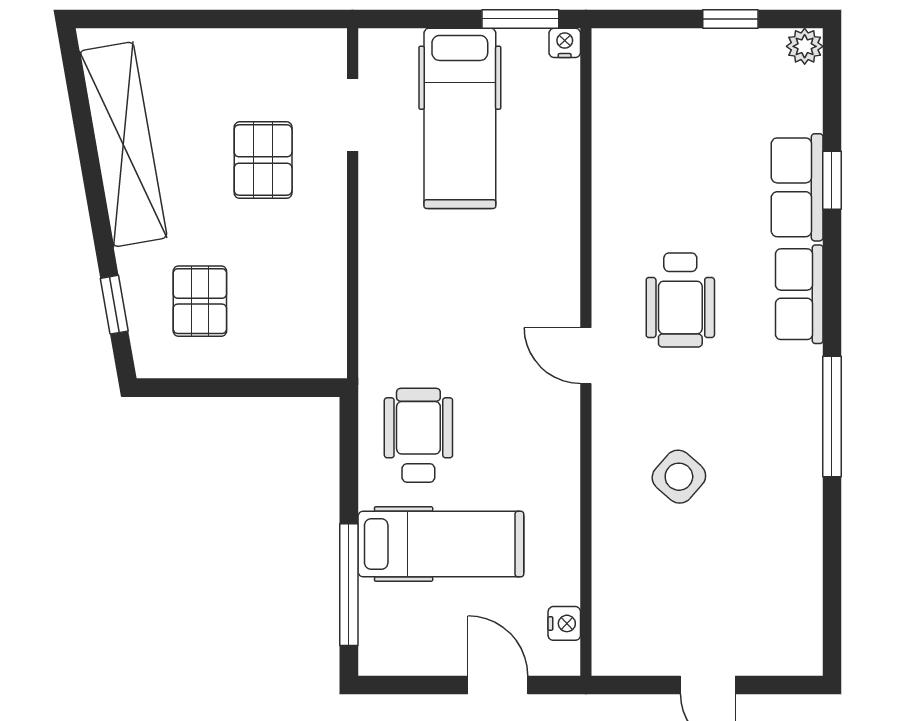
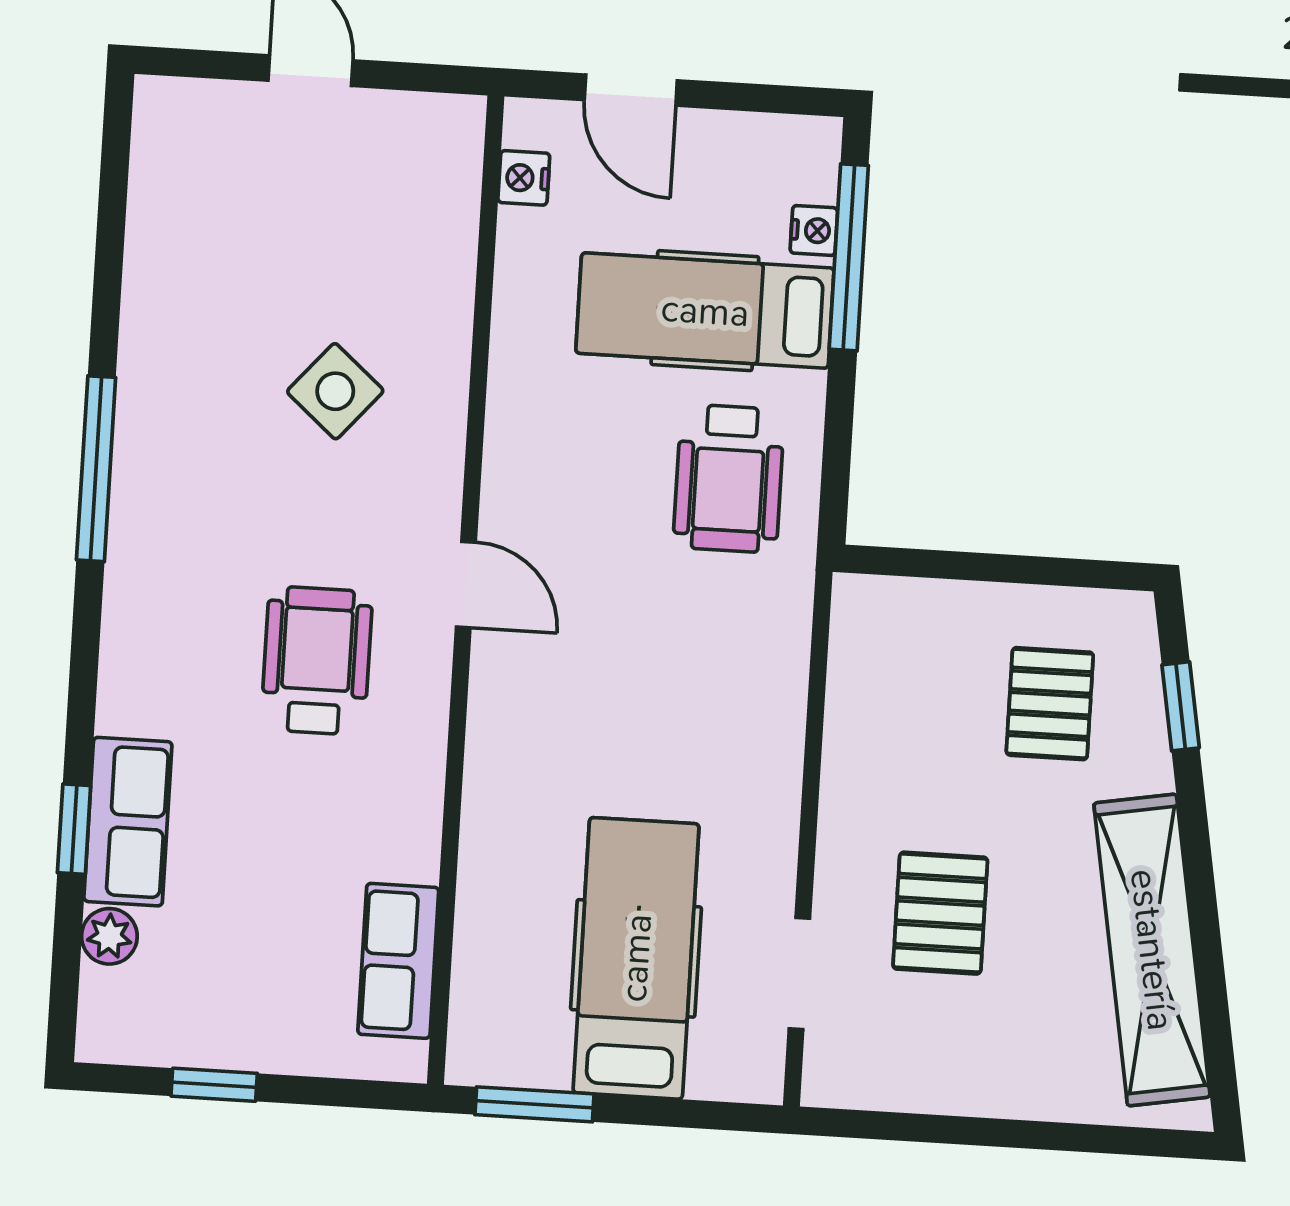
nightstand: (565, 43) -> (814, 230), moved, turned -90
plant: (805, 46) -> (109, 936), moved
row of seats: (799, 294) -> (398, 961), moved, turned 180

